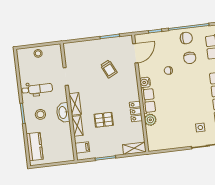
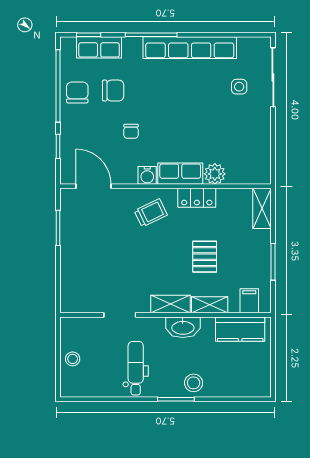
trolley: (109, 69) -> (151, 213), moved
stool: (40, 114) -> (194, 383), moved
kitchen counter: (35, 146) -> (240, 329), moved, turned 180

